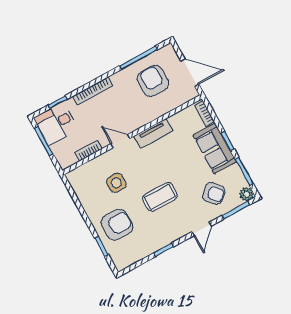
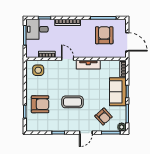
side table: (116, 183) -> (38, 70), moved

